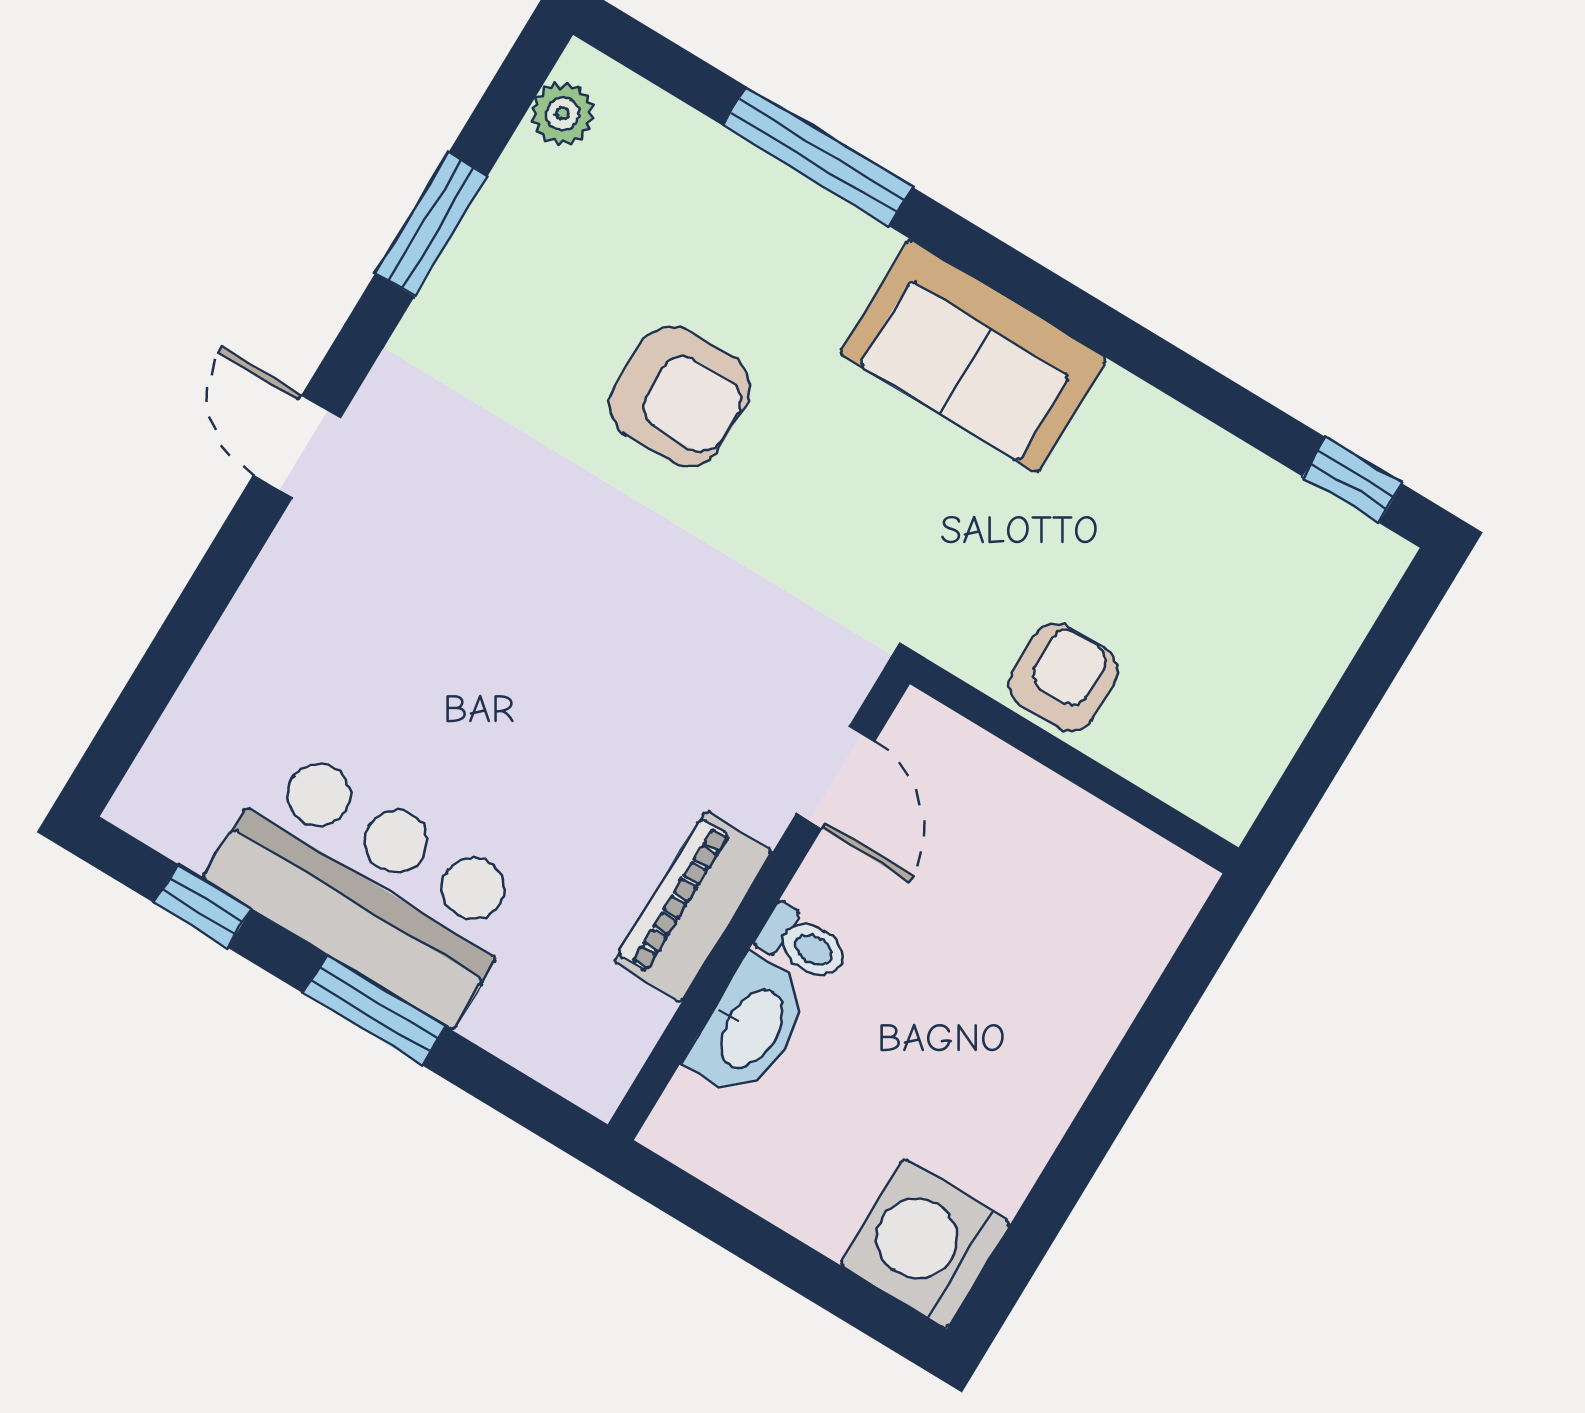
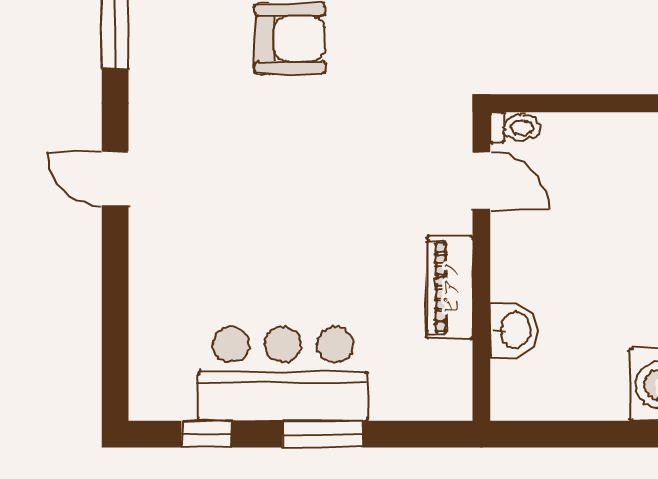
armchair: (1063, 677) -> (564, 63), removed
toilet: (803, 944) -> (515, 128), moved
washbasin: (750, 1027) -> (514, 330), width x0.72

